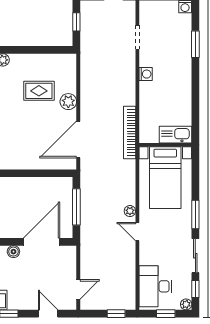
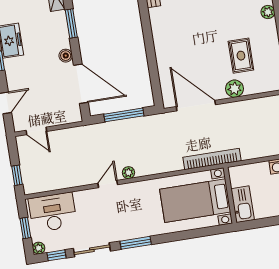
kitchen sink: (176, 135) -> (243, 204), moved
wall: (165, 145) -> (230, 195), moved
bed with nightstands: (165, 178) -> (195, 201), moved

